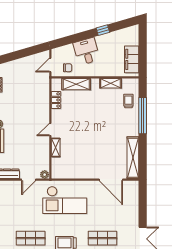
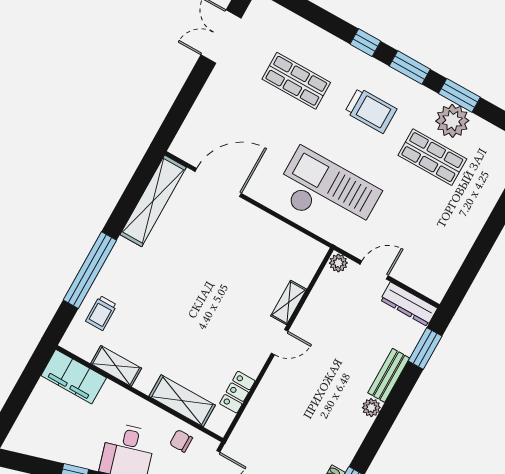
filing cabinet: (132, 59) -> (74, 377), moved, turned 90
door: (111, 180) -> (218, 183), hinge flipped

